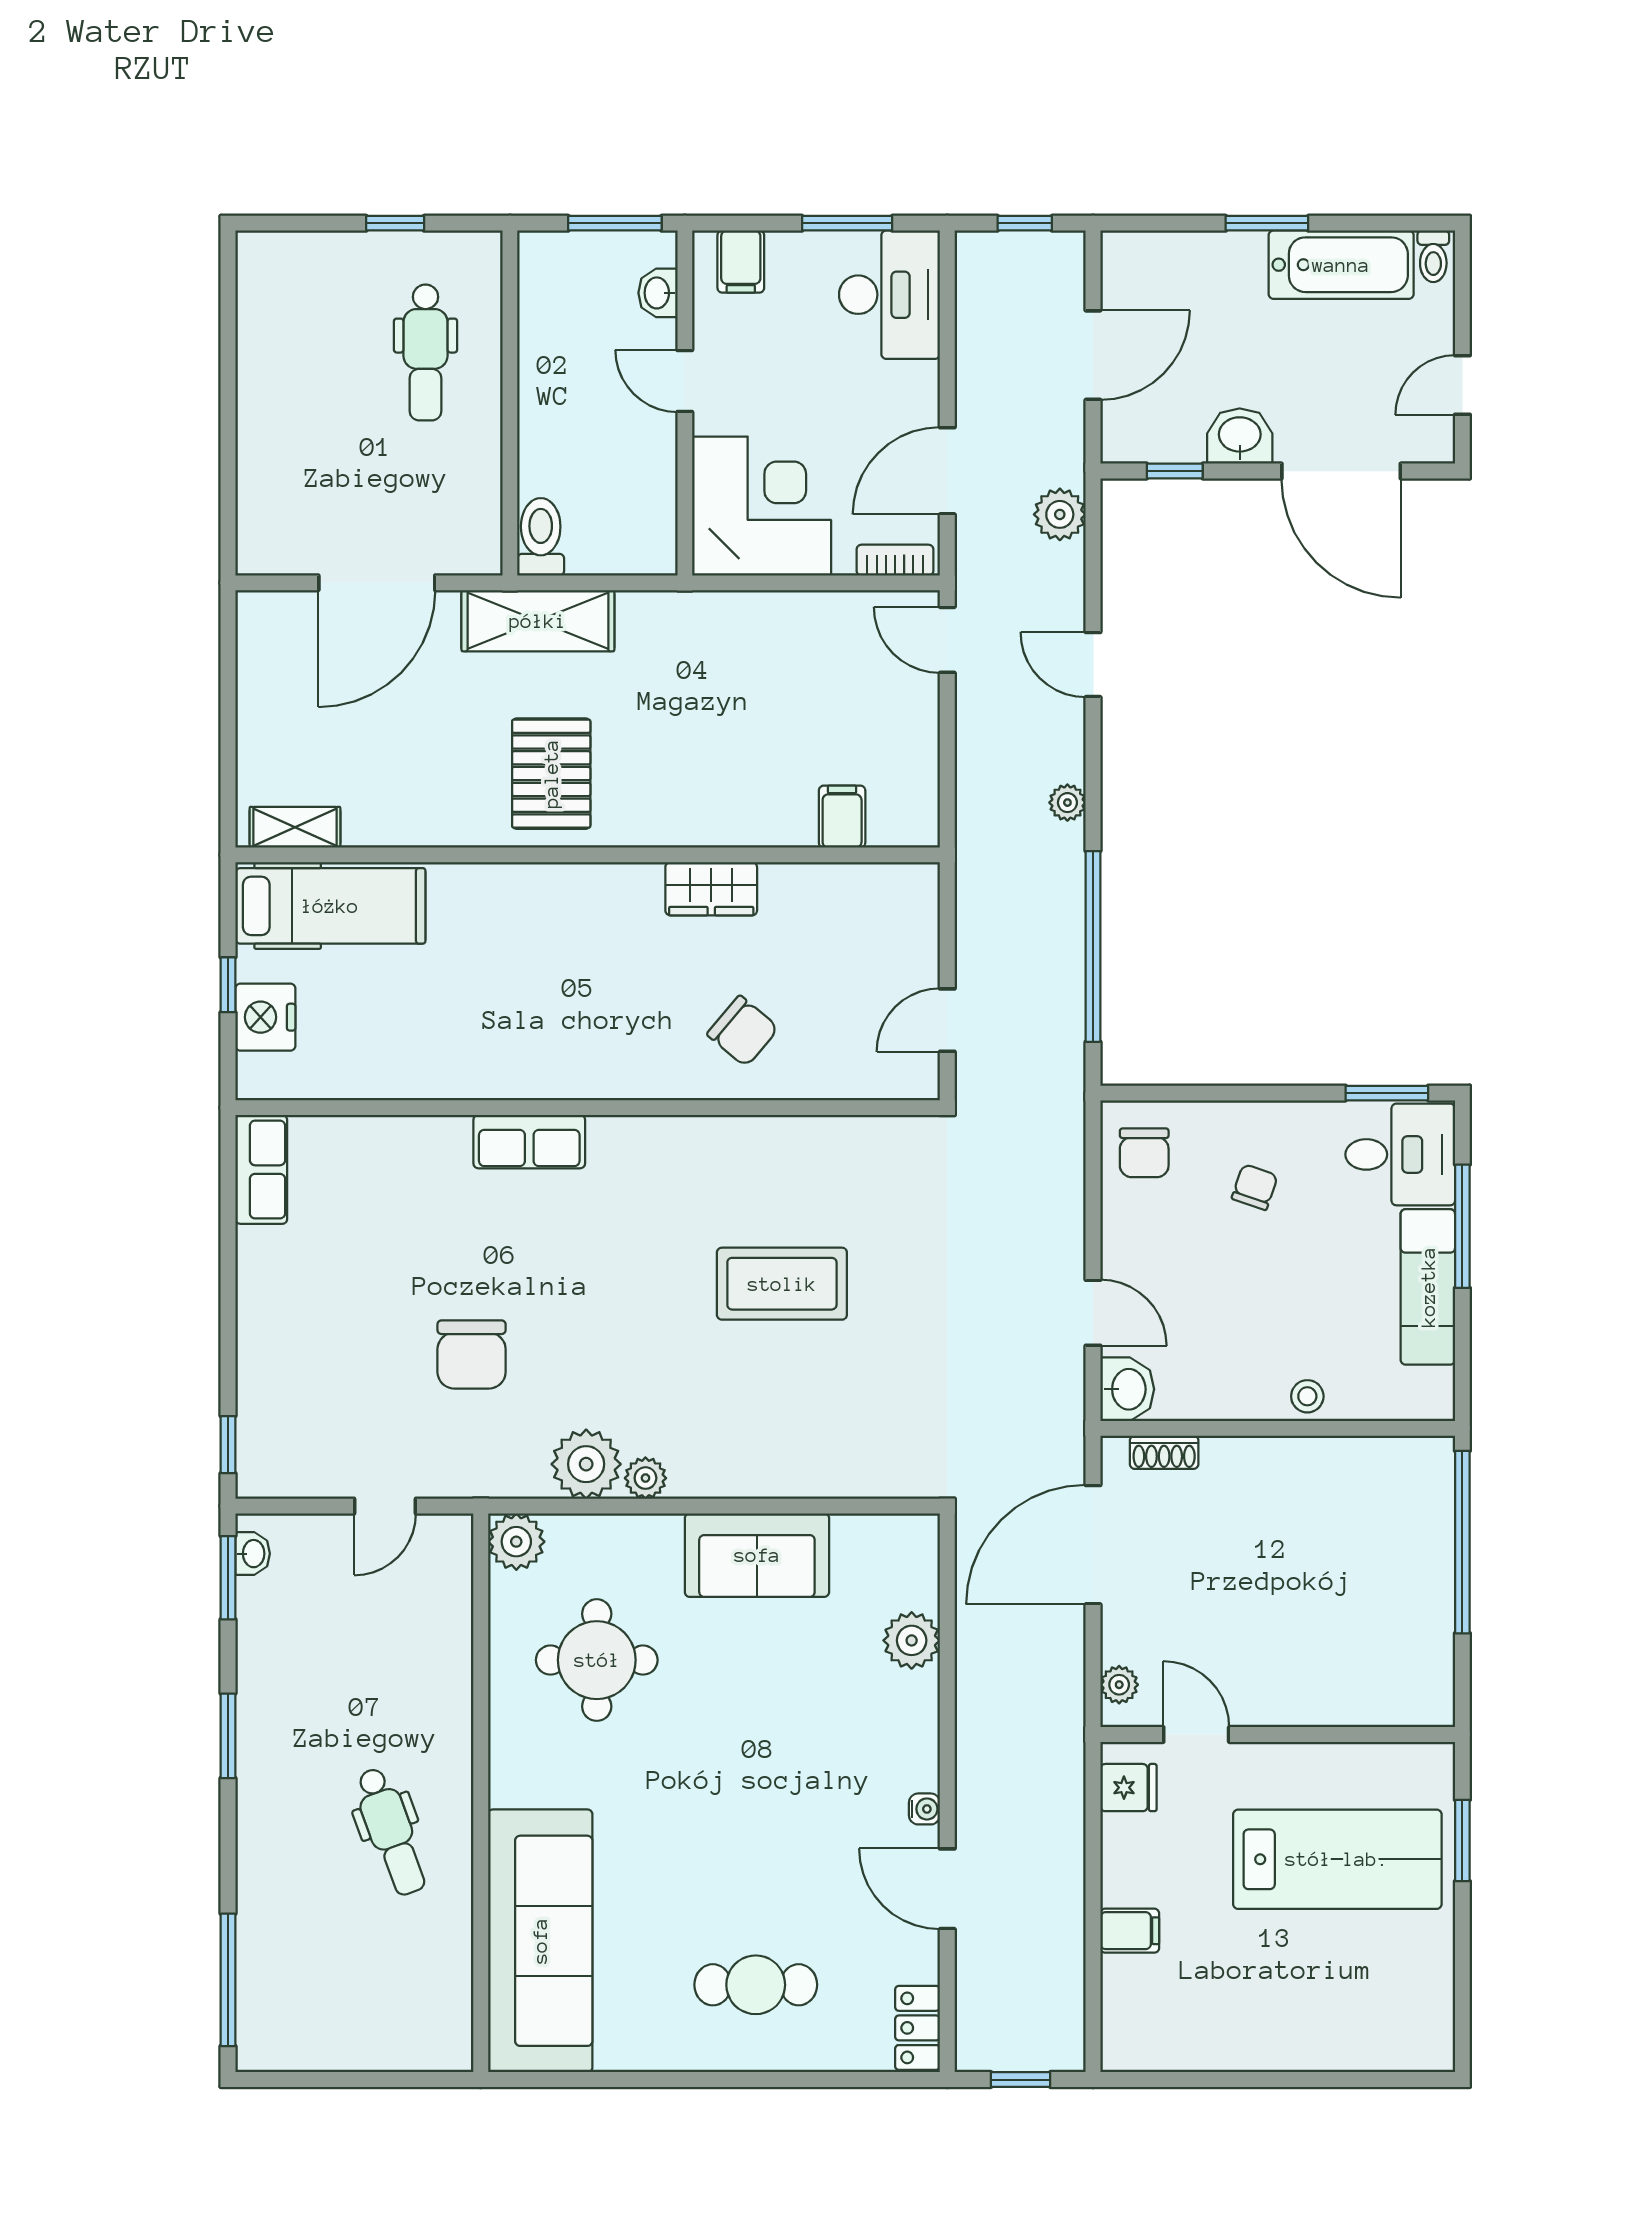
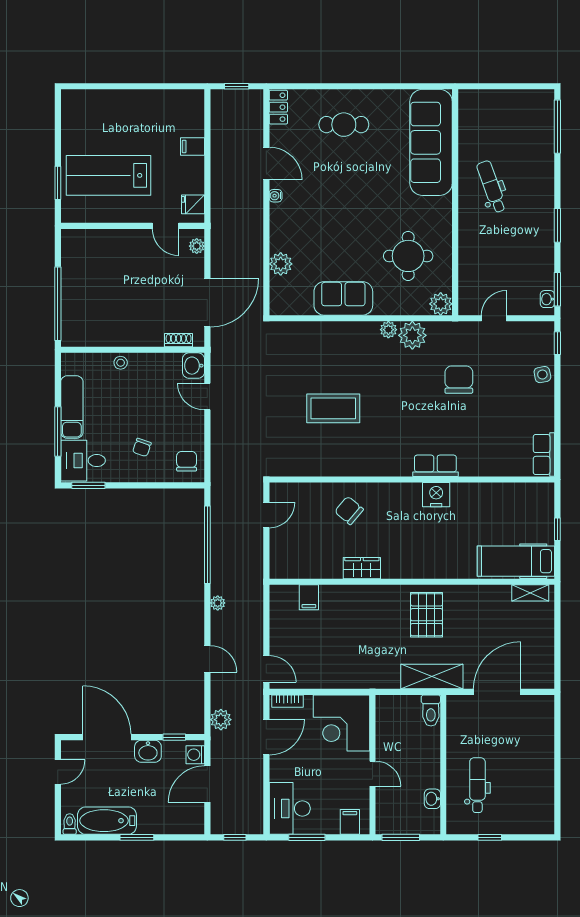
washbasin: (658, 293) -> (432, 799), moved, turned 180
washing machine: (1123, 428) -> (195, 755), added
nightstand: (265, 1017) -> (436, 495), moved, turned -90
side table: (265, 1367) -> (542, 375), added

